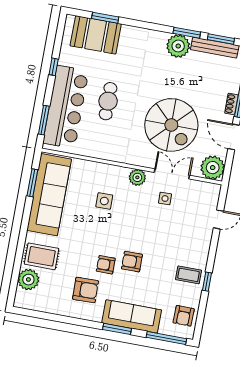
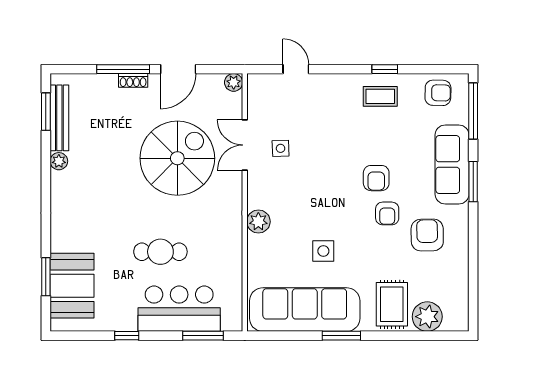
window: (187, 33) -> (46, 160), removed
plant: (178, 46) -> (59, 161), width x0.53, depth x0.53
bar counter: (66, 107) -> (179, 309), width x0.73
plant: (213, 168) -> (234, 82), width x0.53, depth x0.53
plant: (137, 177) -> (258, 222), moved
window: (32, 183) -> (341, 336), moved
side table: (104, 201) -> (323, 251), moved
coffee table: (189, 275) -> (380, 96), turned 90

